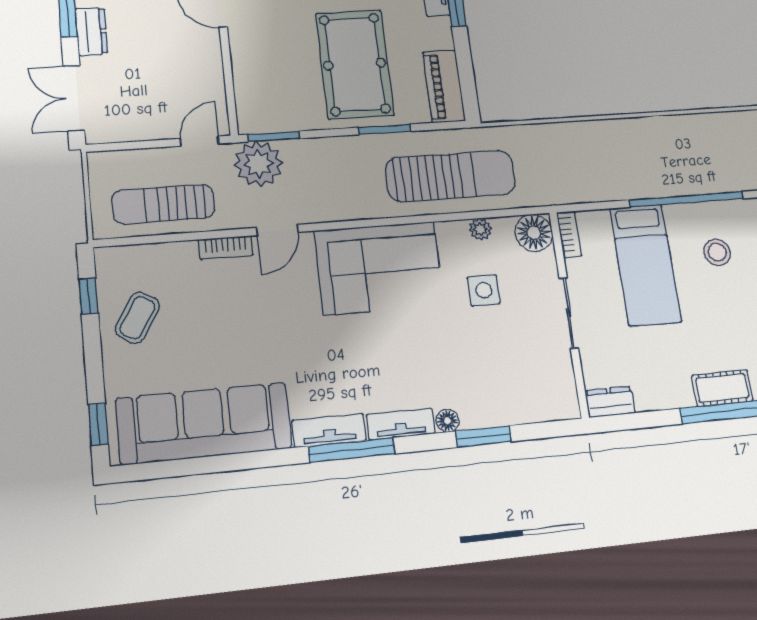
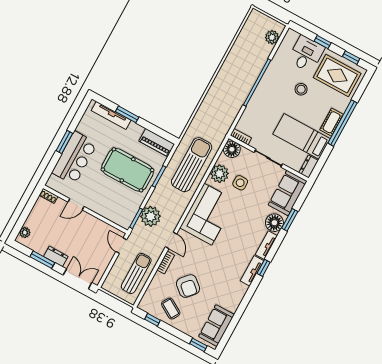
double door: (74, 98) -> (78, 279), swing flipped
plant: (259, 164) -> (151, 216), moved
sun lounger: (163, 204) -> (136, 273), turned 180
plant: (480, 229) -> (220, 174), width x1.88, depth x1.88
stool: (717, 252) -> (301, 89), moved
bed: (645, 265) -> (301, 136), moved, turned 180
armchair: (208, 322) -> (188, 286), added
sofa: (531, 396) -> (288, 193), added
floor lamp: (448, 421) -> (274, 223), width x1.89, depth x1.89
sofa: (204, 423) -> (216, 325), width x0.54, depth x0.79
window: (352, 450) -> (264, 268), width x0.46

